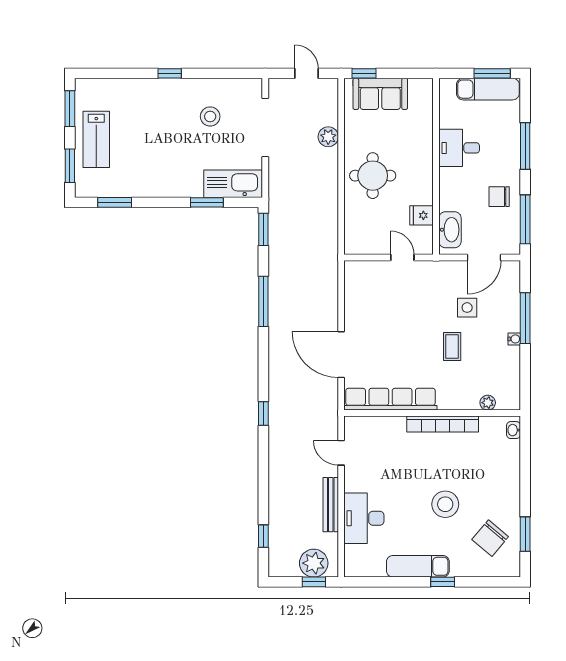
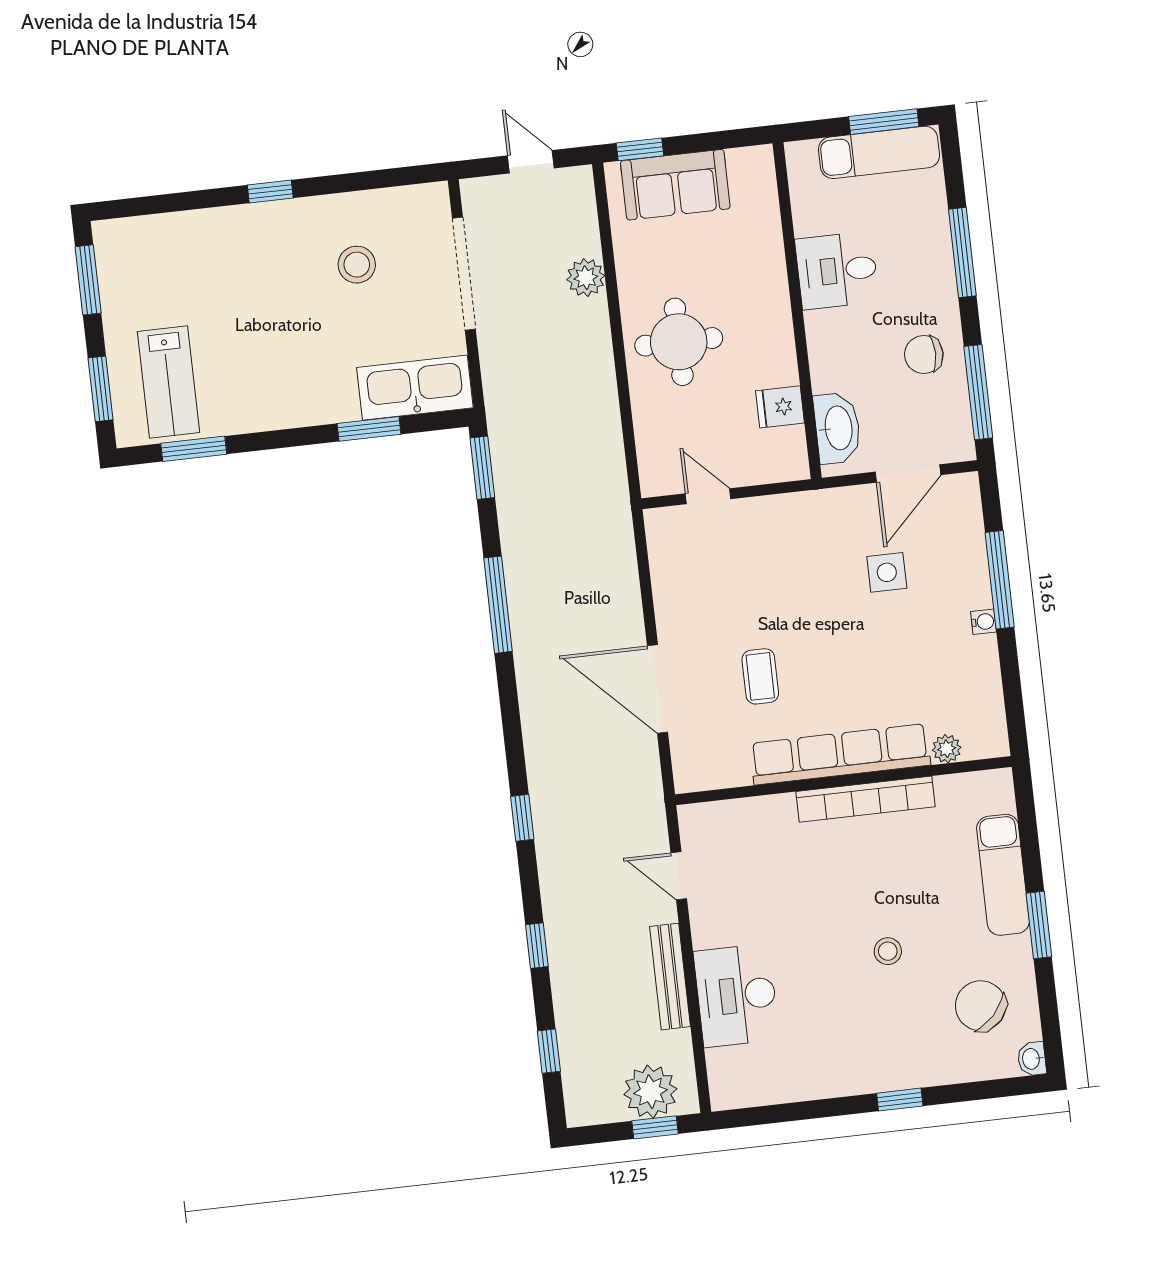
lab bench: (96, 139) -> (169, 382), moved
door: (402, 257) -> (708, 496), moved
coffee table: (452, 347) -> (760, 676), moved
row of seats: (390, 399) -> (840, 754), moved
washbasin: (514, 430) -> (1032, 1059), moved
window: (263, 481) -> (537, 946), added
stool: (445, 504) -> (888, 951), width x0.53, depth x0.53
window: (525, 534) -> (1039, 925), moved
chair: (490, 538) -> (981, 1006), turned 93
exam couch: (418, 566) -> (1003, 875), moved, turned -90

